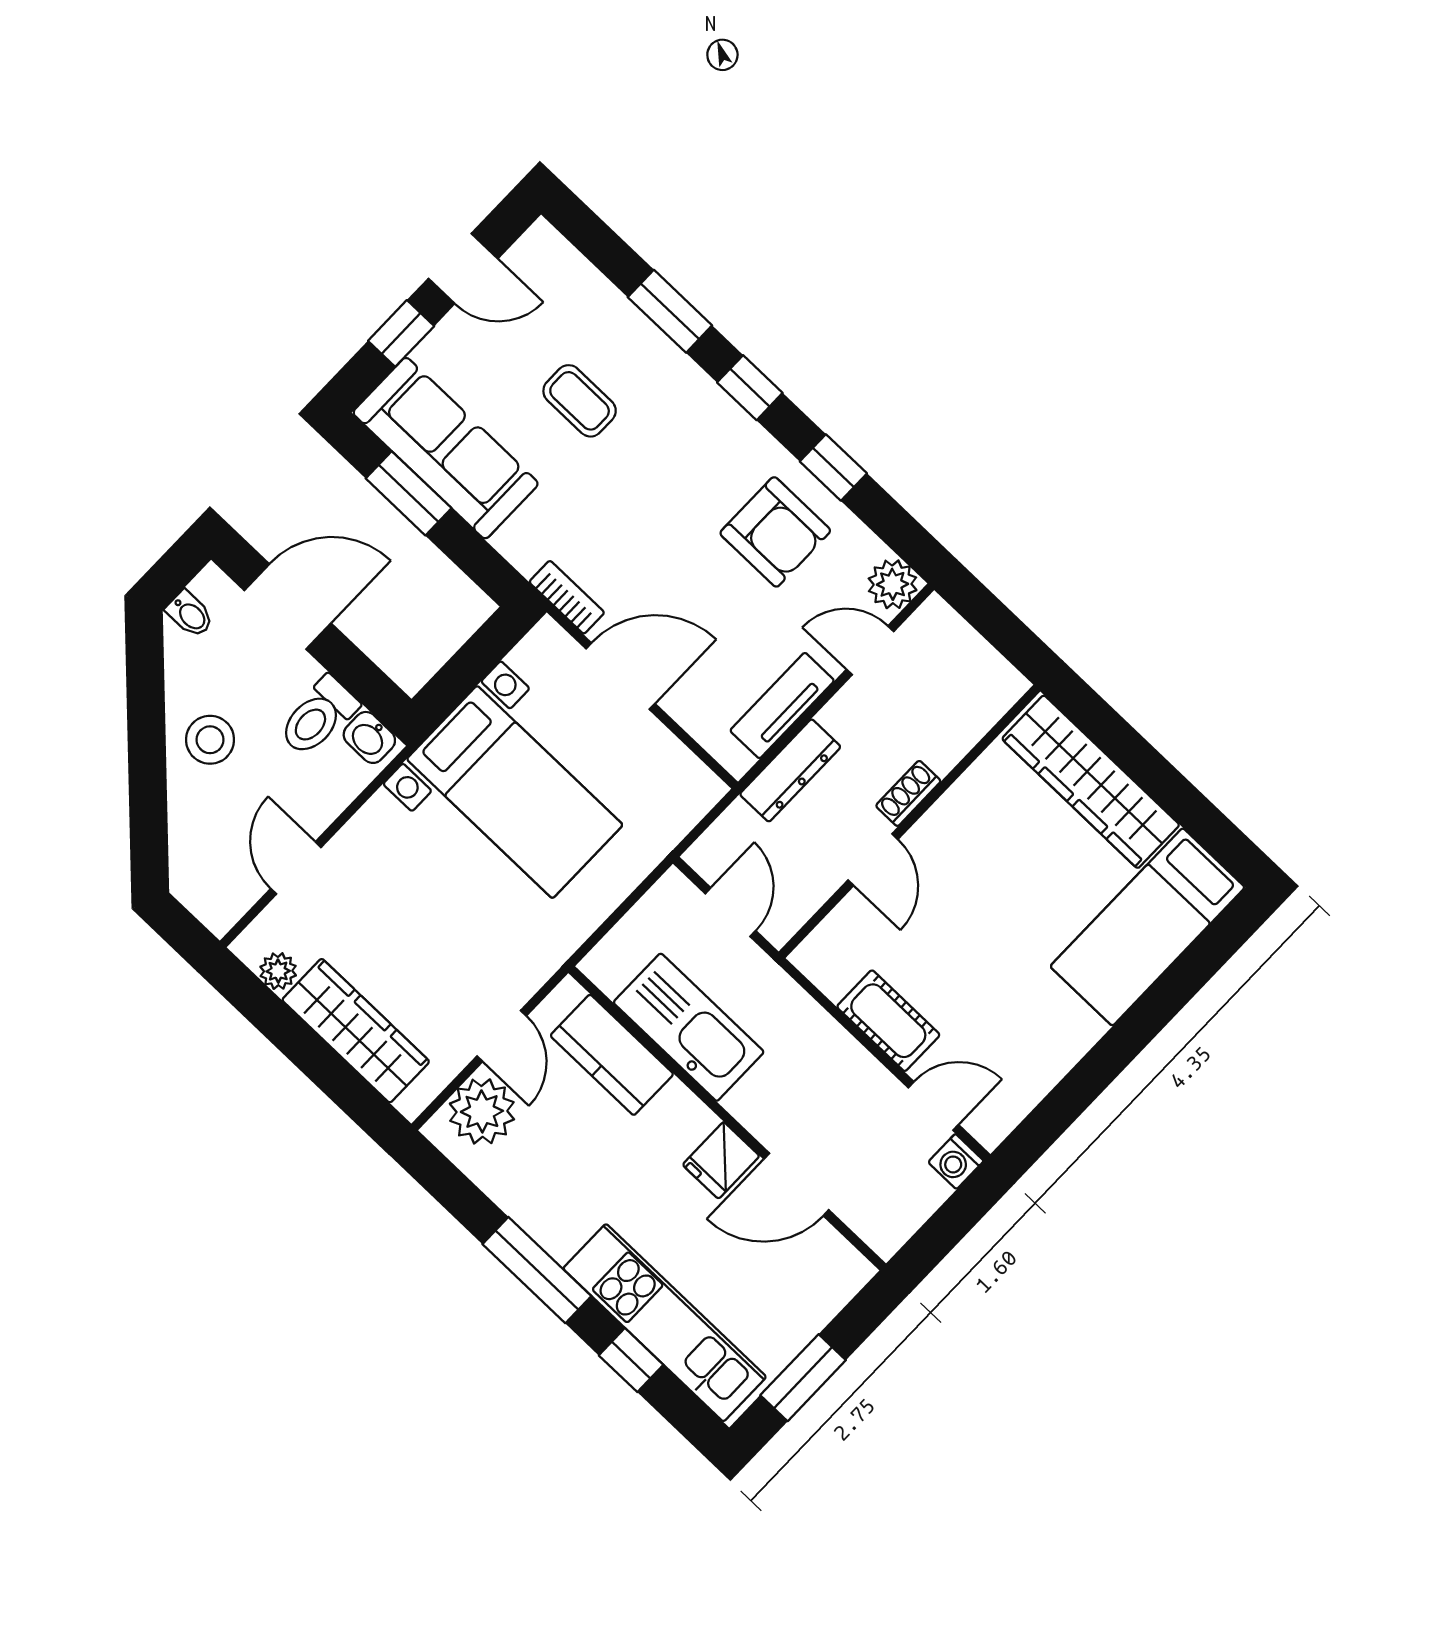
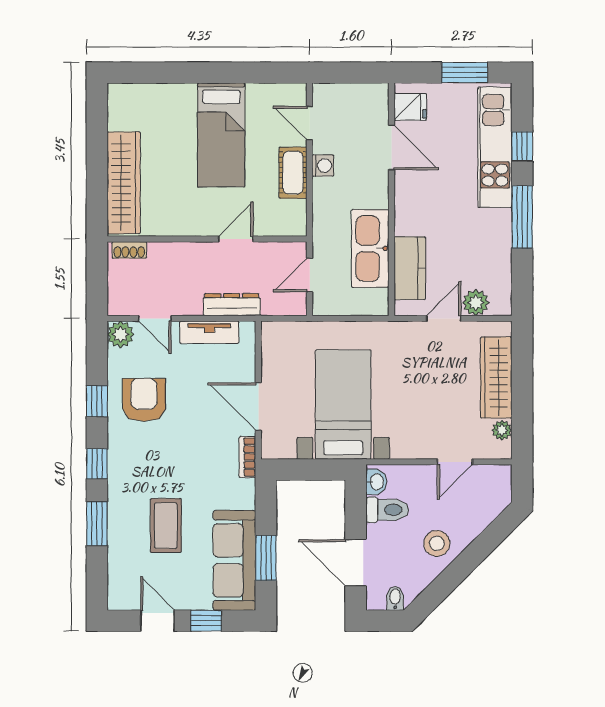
coffee table: (580, 401) -> (166, 526), width x1.36, depth x1.30
shoe rack: (908, 793) -> (129, 250), moved
bed: (1148, 927) -> (221, 135), moved, turned 90
plant: (482, 1111) -> (476, 303), width x0.73, depth x0.73
fridge: (721, 1160) -> (410, 107), moved
washing machine: (956, 1162) -> (323, 166), moved

